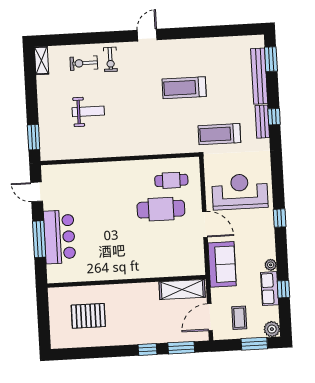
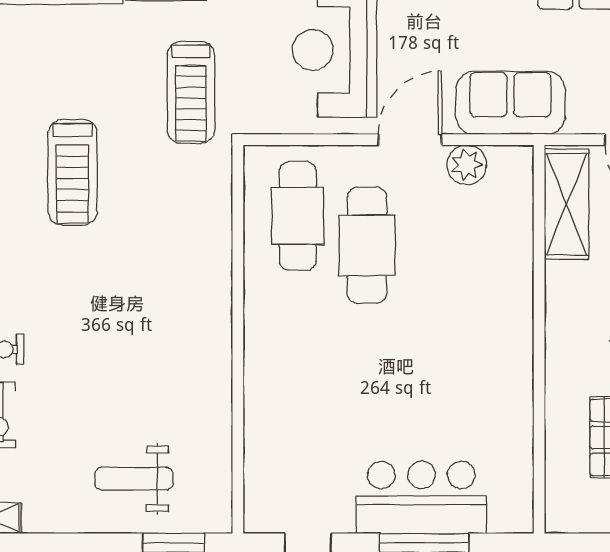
weight bench: (88, 111) -> (134, 479), moved, turned -90
cafe table: (171, 180) -> (298, 216), width x1.37, depth x1.35
plant: (196, 248) -> (467, 165), added

